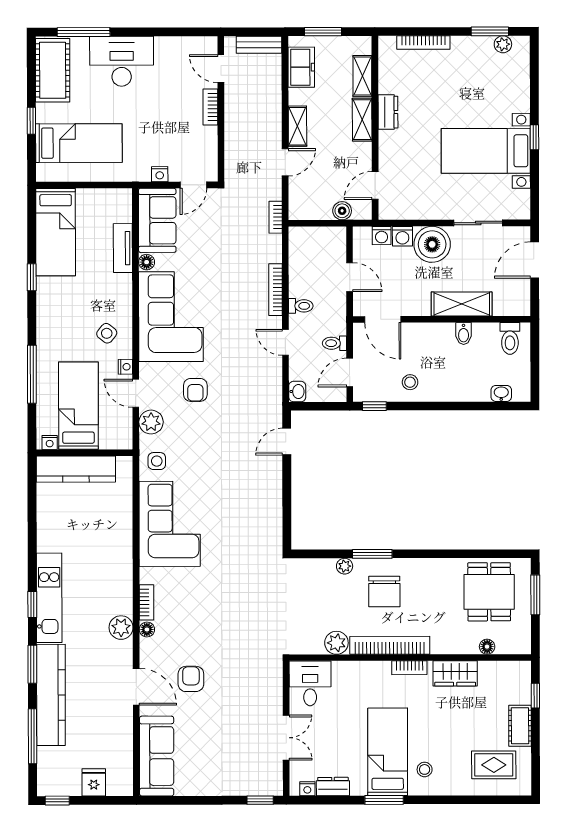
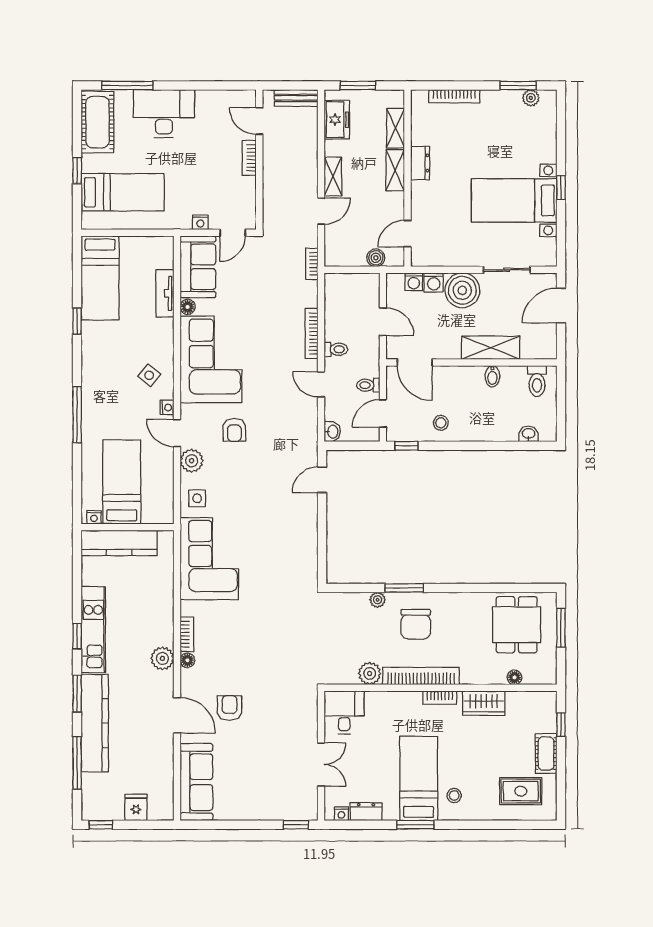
bed: (78, 406) -> (122, 482), moved
nightstand: (50, 442) -> (94, 517), moved
wall: (84, 453) -> (128, 527), moved
kitchen counter: (76, 469) -> (119, 543), moved

